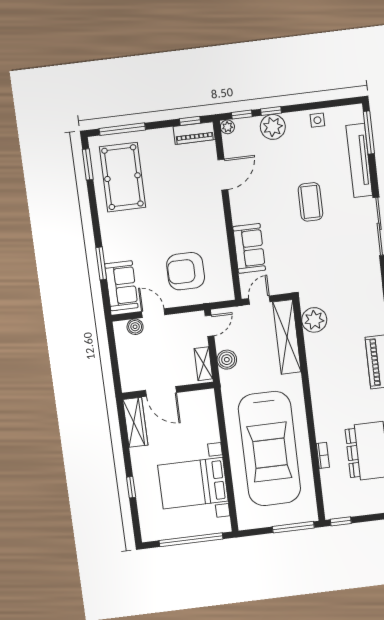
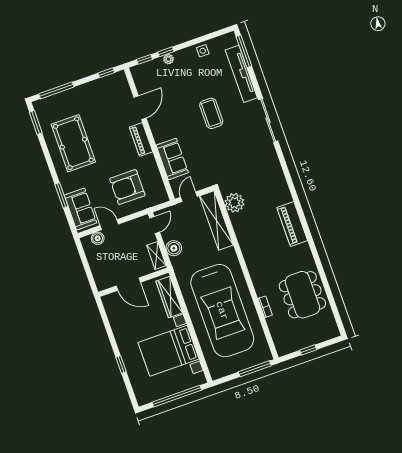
plant: (227, 127) -> (136, 71), removed
plant: (273, 127) -> (169, 59), width x0.53, depth x0.53
piano: (194, 133) -> (141, 139), moved, turned 90
pool table: (122, 177) -> (73, 143), moved
wardrobe: (135, 422) -> (169, 297), moved, turned 180
window: (341, 521) -> (308, 350), moved

